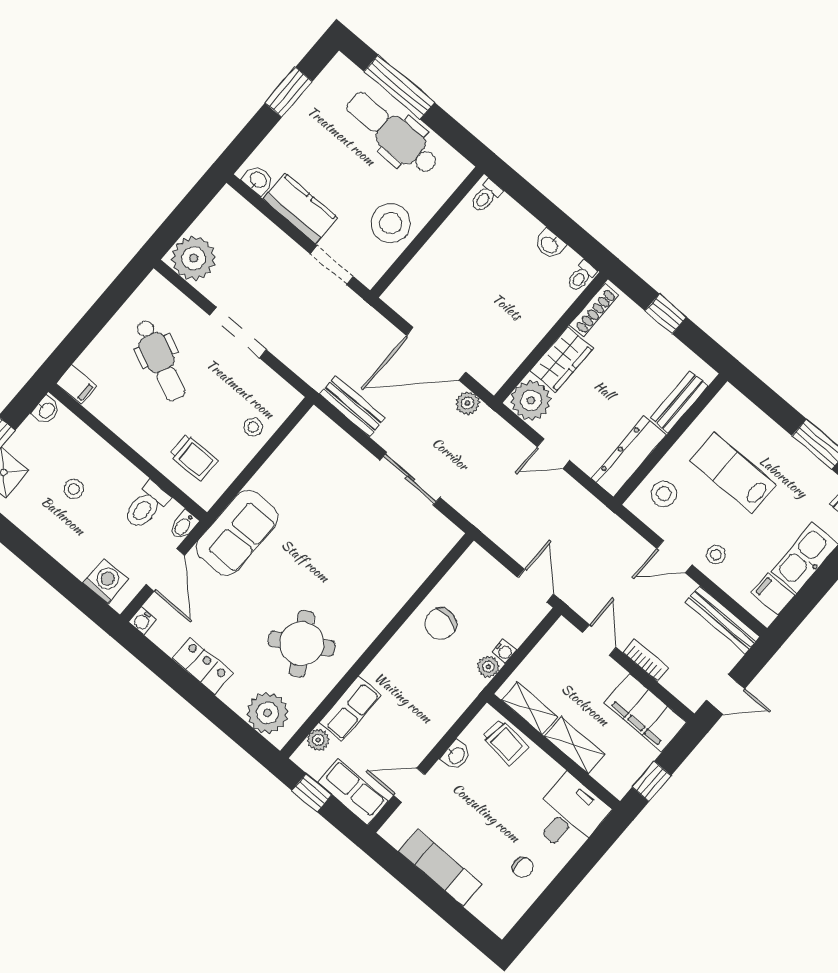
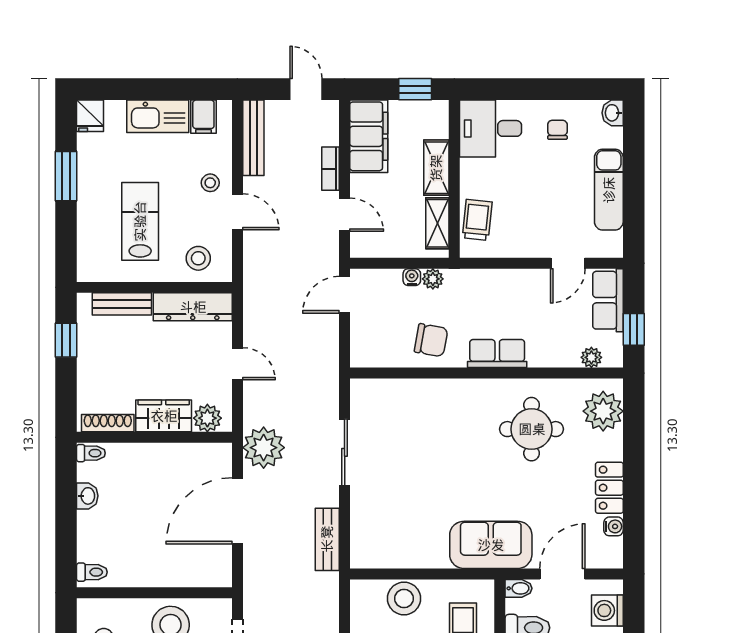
window: (666, 314) -> (66, 340), moved
door: (436, 354) -> (237, 511), swing flipped
plant: (531, 400) -> (207, 418), width x0.73, depth x0.73
plant: (468, 403) -> (264, 448), width x1.88, depth x1.88
stool: (253, 427) -> (404, 599), width x1.89, depth x1.89
lab bench: (733, 473) -> (140, 221), turned 180
water cooler: (143, 621) -> (613, 526), moved
door: (599, 640) -> (345, 215), swing flipped
round table: (302, 644) -> (532, 429), turned 31
row of seats: (350, 709) -> (497, 354), moved
washbasin: (456, 755) -> (613, 113), moved, turned -90
door: (409, 785) -> (568, 263), hinge flipped

